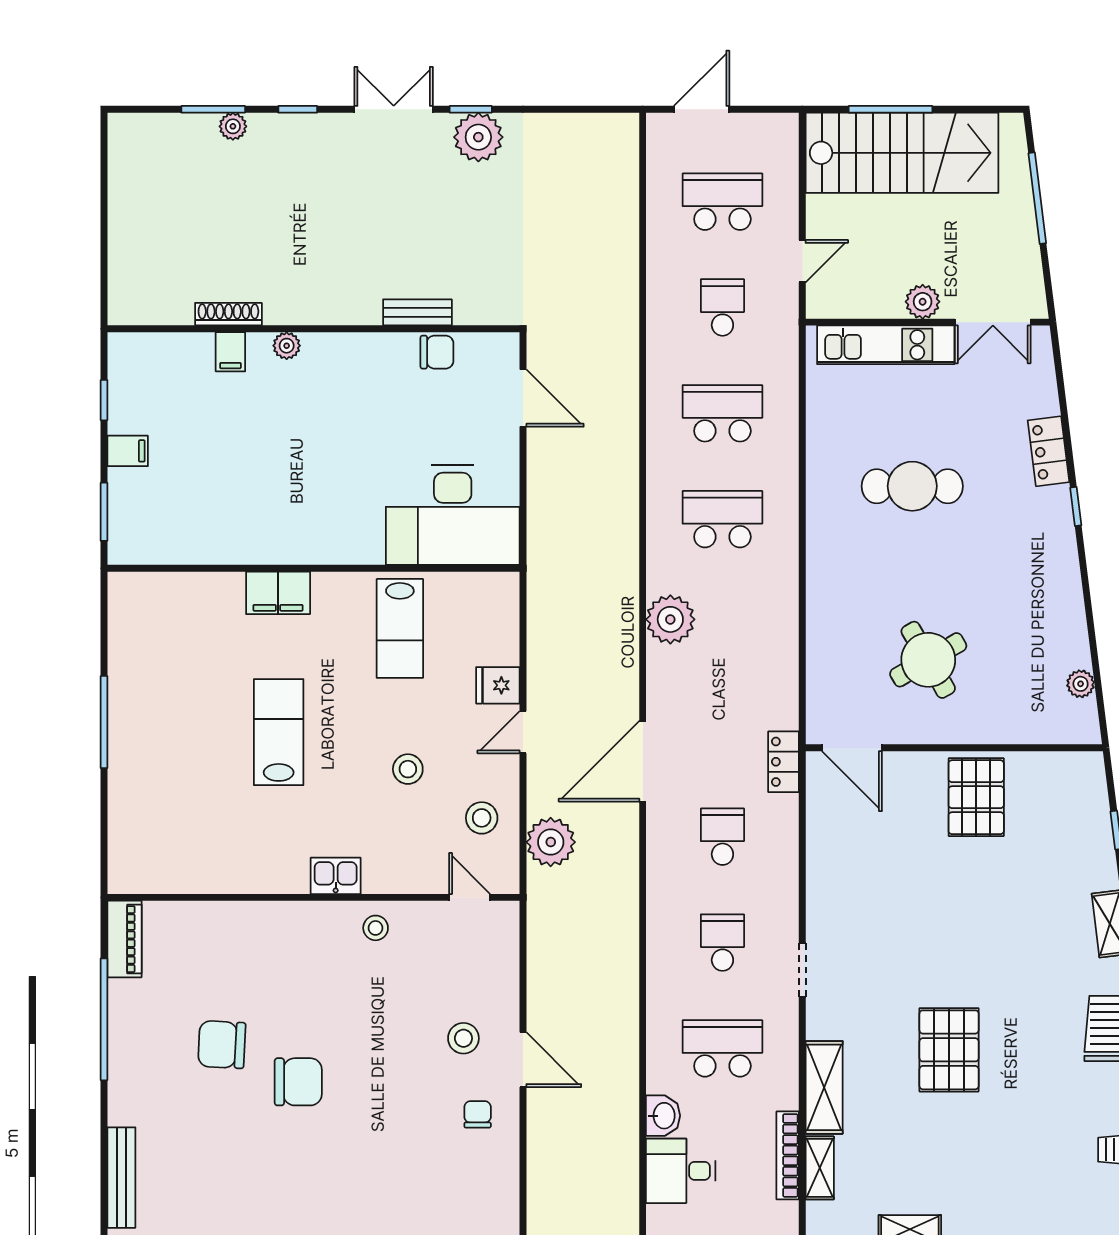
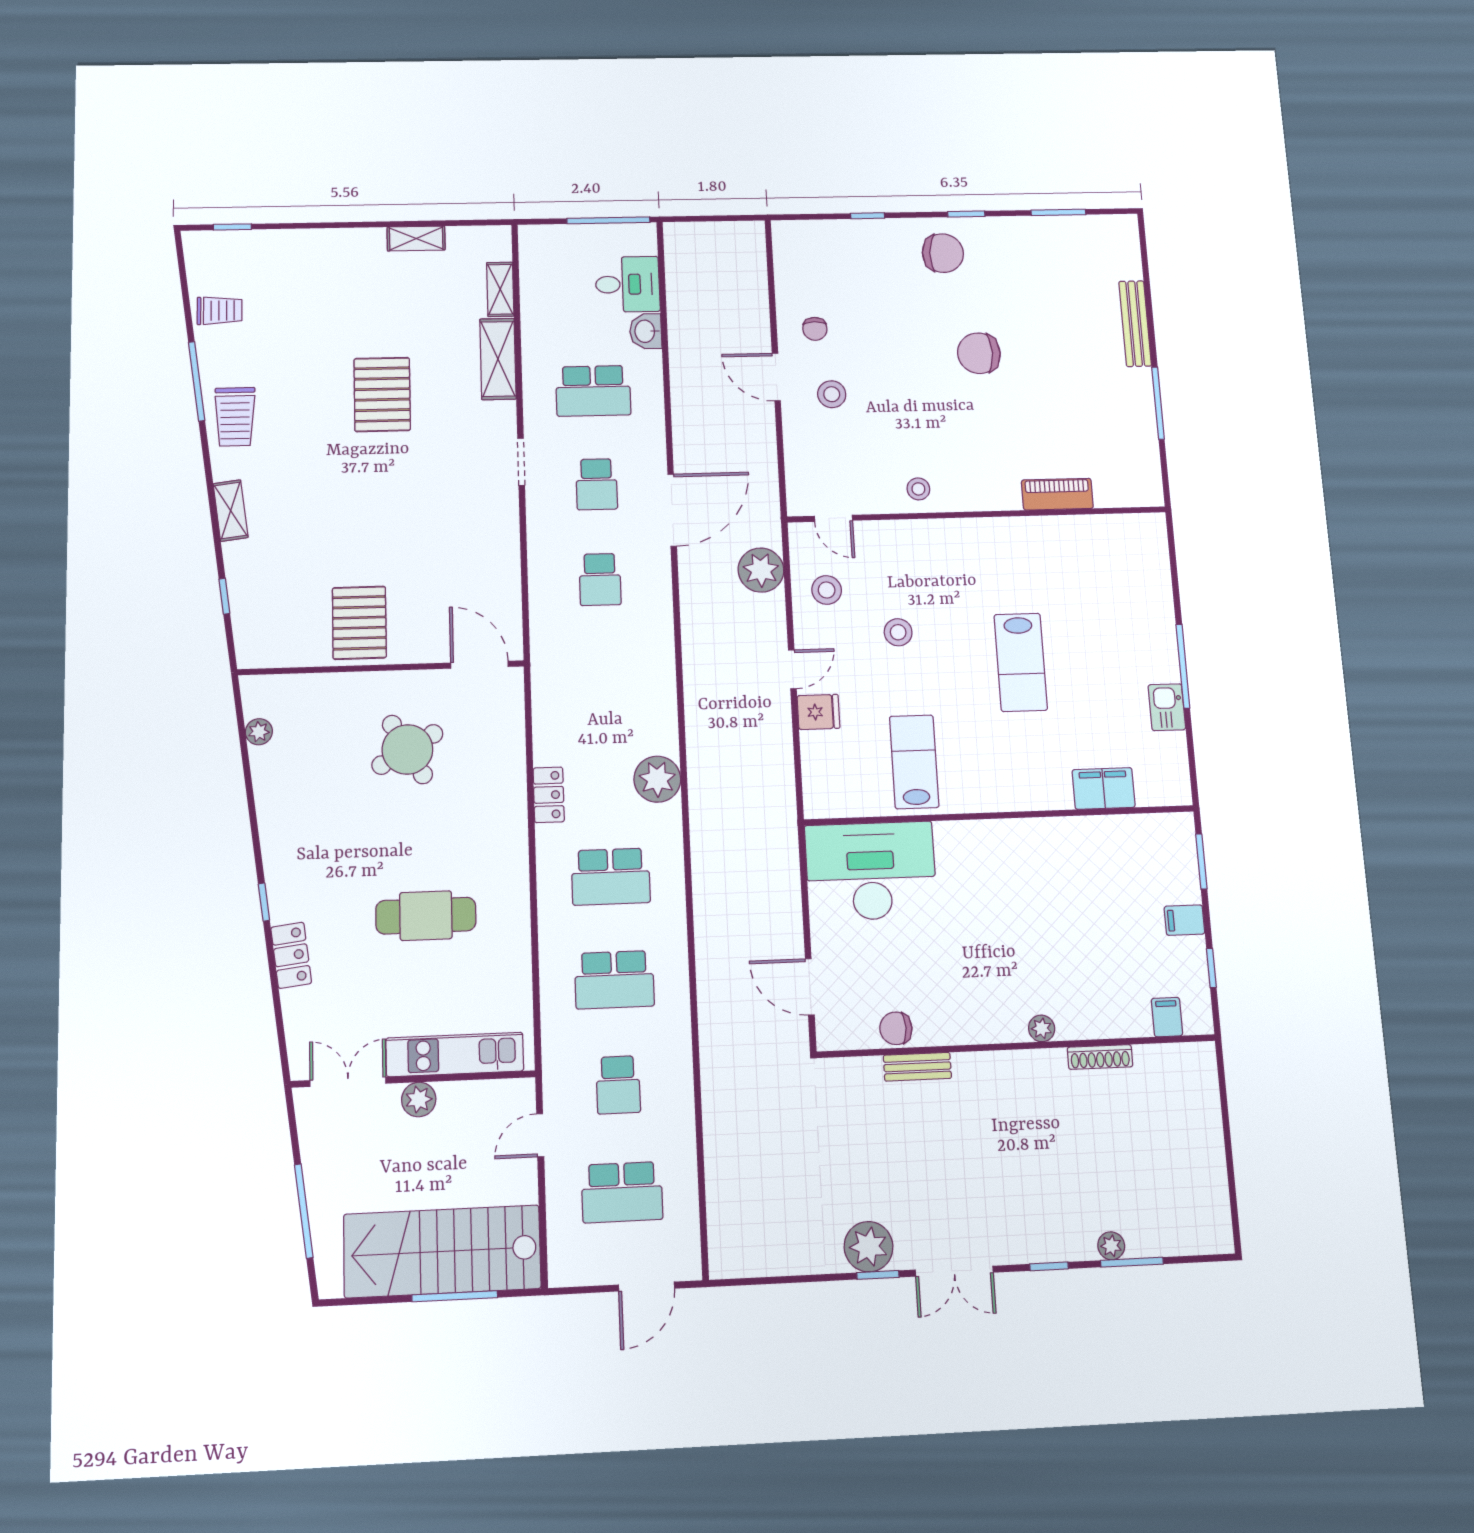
filing cabinet: (230, 352) -> (1167, 1017), moved
filing cabinet: (278, 593) -> (1104, 788), moved
door: (643, 761) -> (672, 510), moved
locker: (784, 762) -> (549, 795), moved
kitchen sink: (336, 876) -> (1167, 707), moved, turned 90
piano: (124, 939) -> (1057, 494), moved, turned 90
window: (104, 1019) -> (1158, 403), width x0.68
chair: (222, 1045) -> (943, 253), moved
bookcase: (788, 1155) -> (530, 299), removed
bench: (121, 1178) -> (1135, 324), moved

